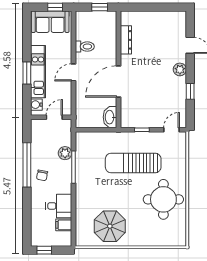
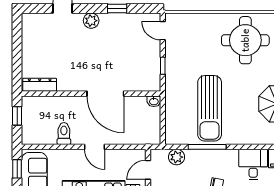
dresser: (126, 40) -> (40, 85), moved
door: (54, 117) -> (148, 170), hinge flipped
washbasin: (110, 117) -> (154, 101), width x0.52, depth x0.69
plant: (65, 153) -> (177, 157), moved
sun lounger: (133, 163) -> (210, 108), moved

